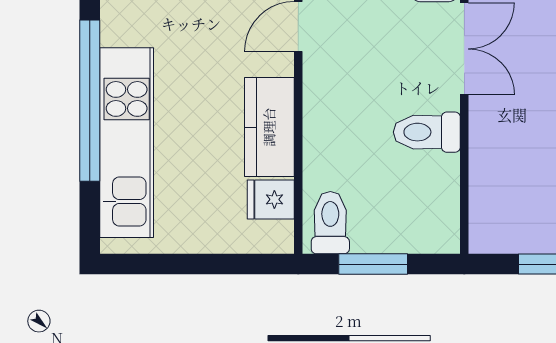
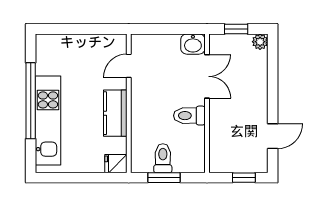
fridge: (271, 199) -> (116, 164), moved
toilet: (330, 223) -> (163, 158), moved

